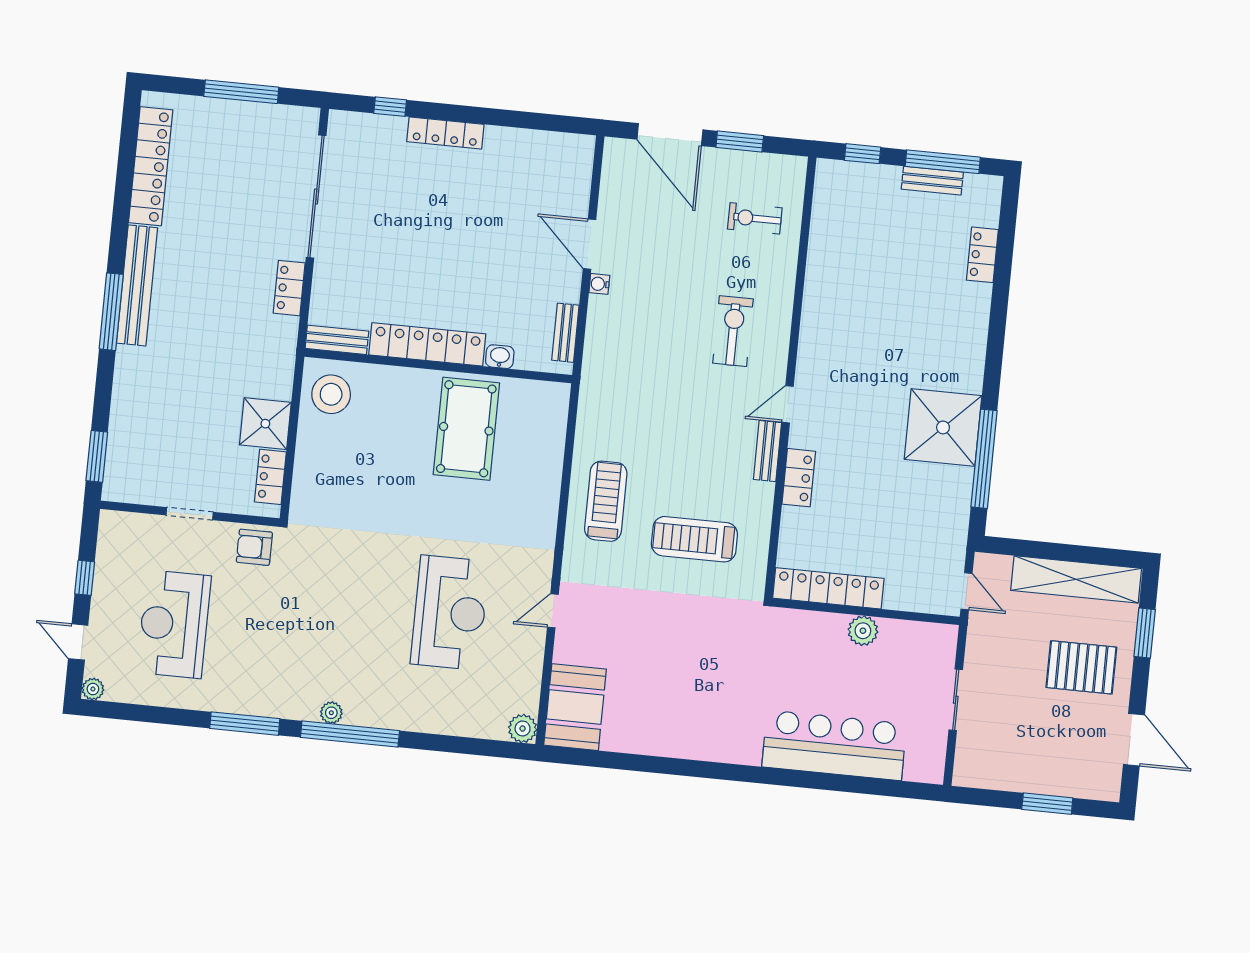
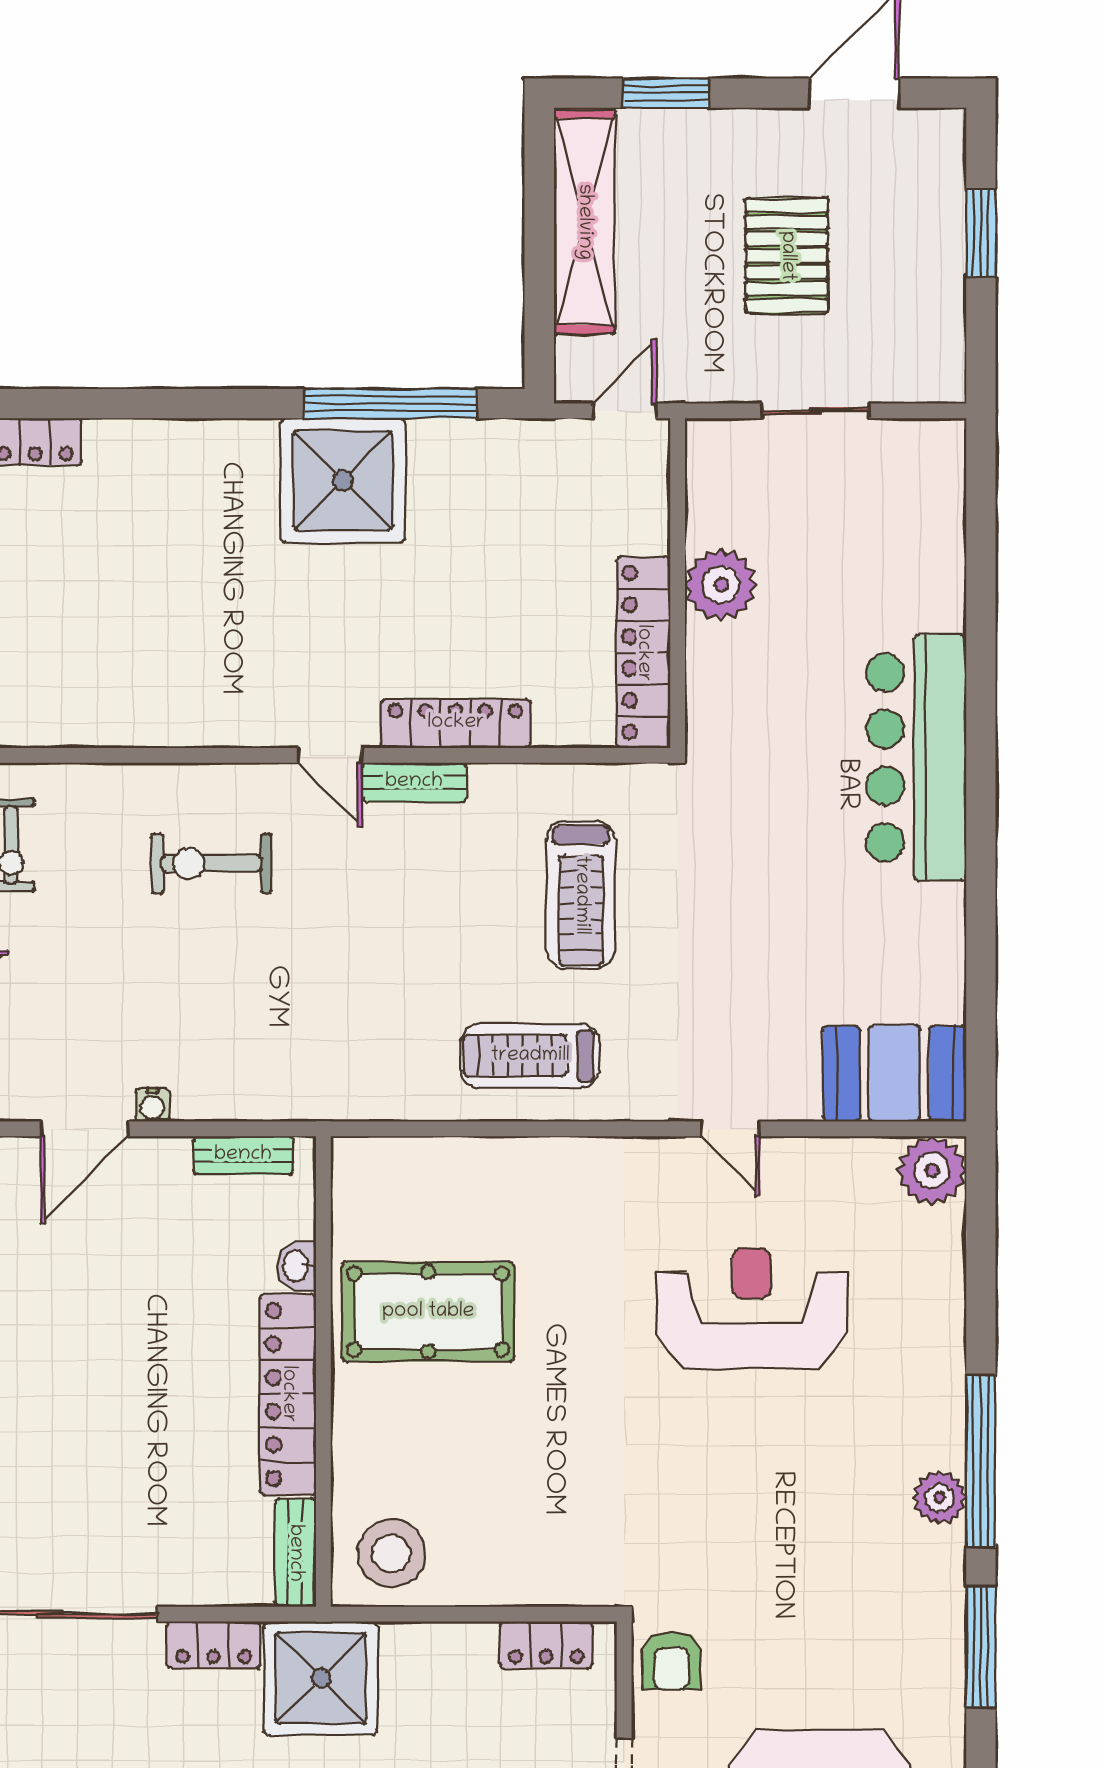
shower: (265, 424) -> (321, 1678), moved, width x1.37, depth x1.37
locker: (799, 478) -> (456, 723), width x1.53
plant: (863, 631) -> (721, 585), width x1.36, depth x1.36
pallet: (1081, 667) -> (787, 256), moved
plant: (331, 713) -> (940, 1498), width x1.38, depth x1.38
plant: (523, 729) -> (932, 1171), width x1.36, depth x1.36
bar counter: (834, 745) -> (916, 757), moved

